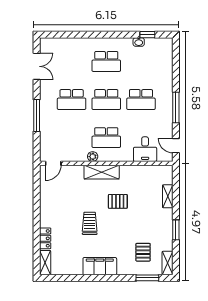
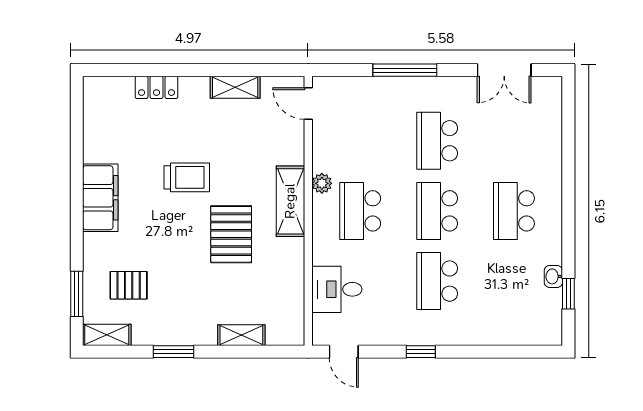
window: (176, 108) -> (421, 352), width x0.46
door: (176, 146) -> (344, 352), swing flipped
pallet: (118, 201) -> (231, 234), width x1.50, depth x1.42
shelving: (45, 263) -> (235, 87), moved

